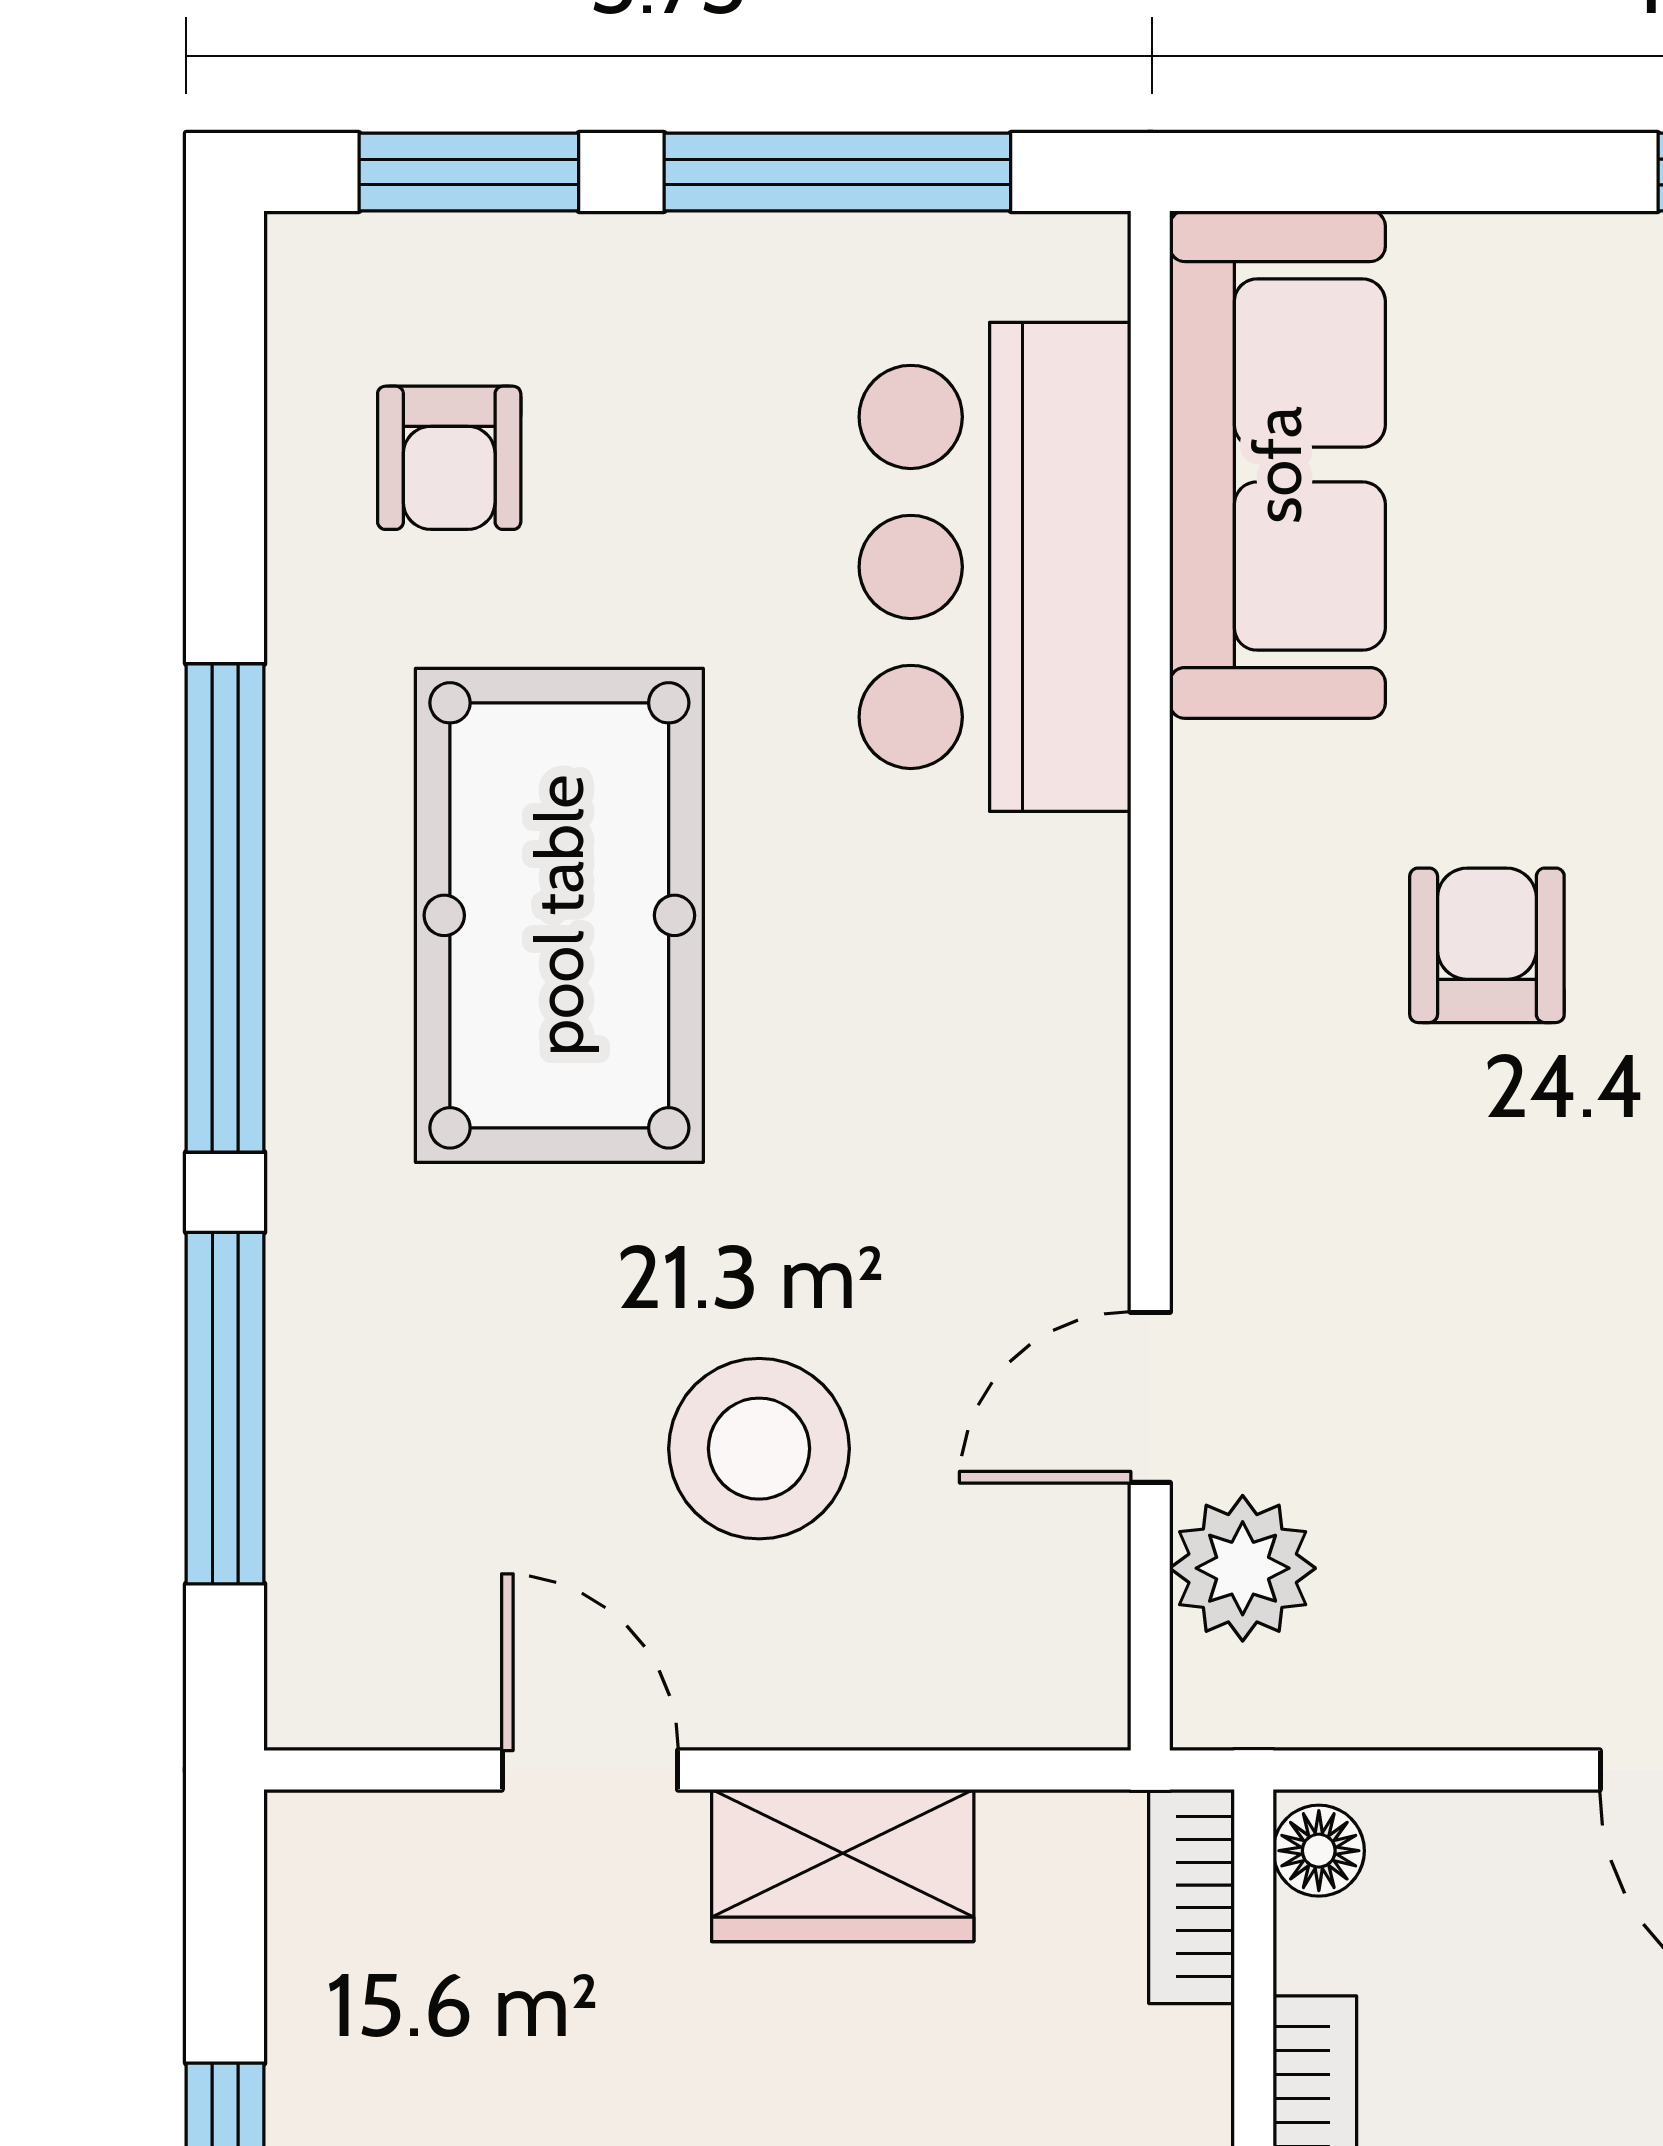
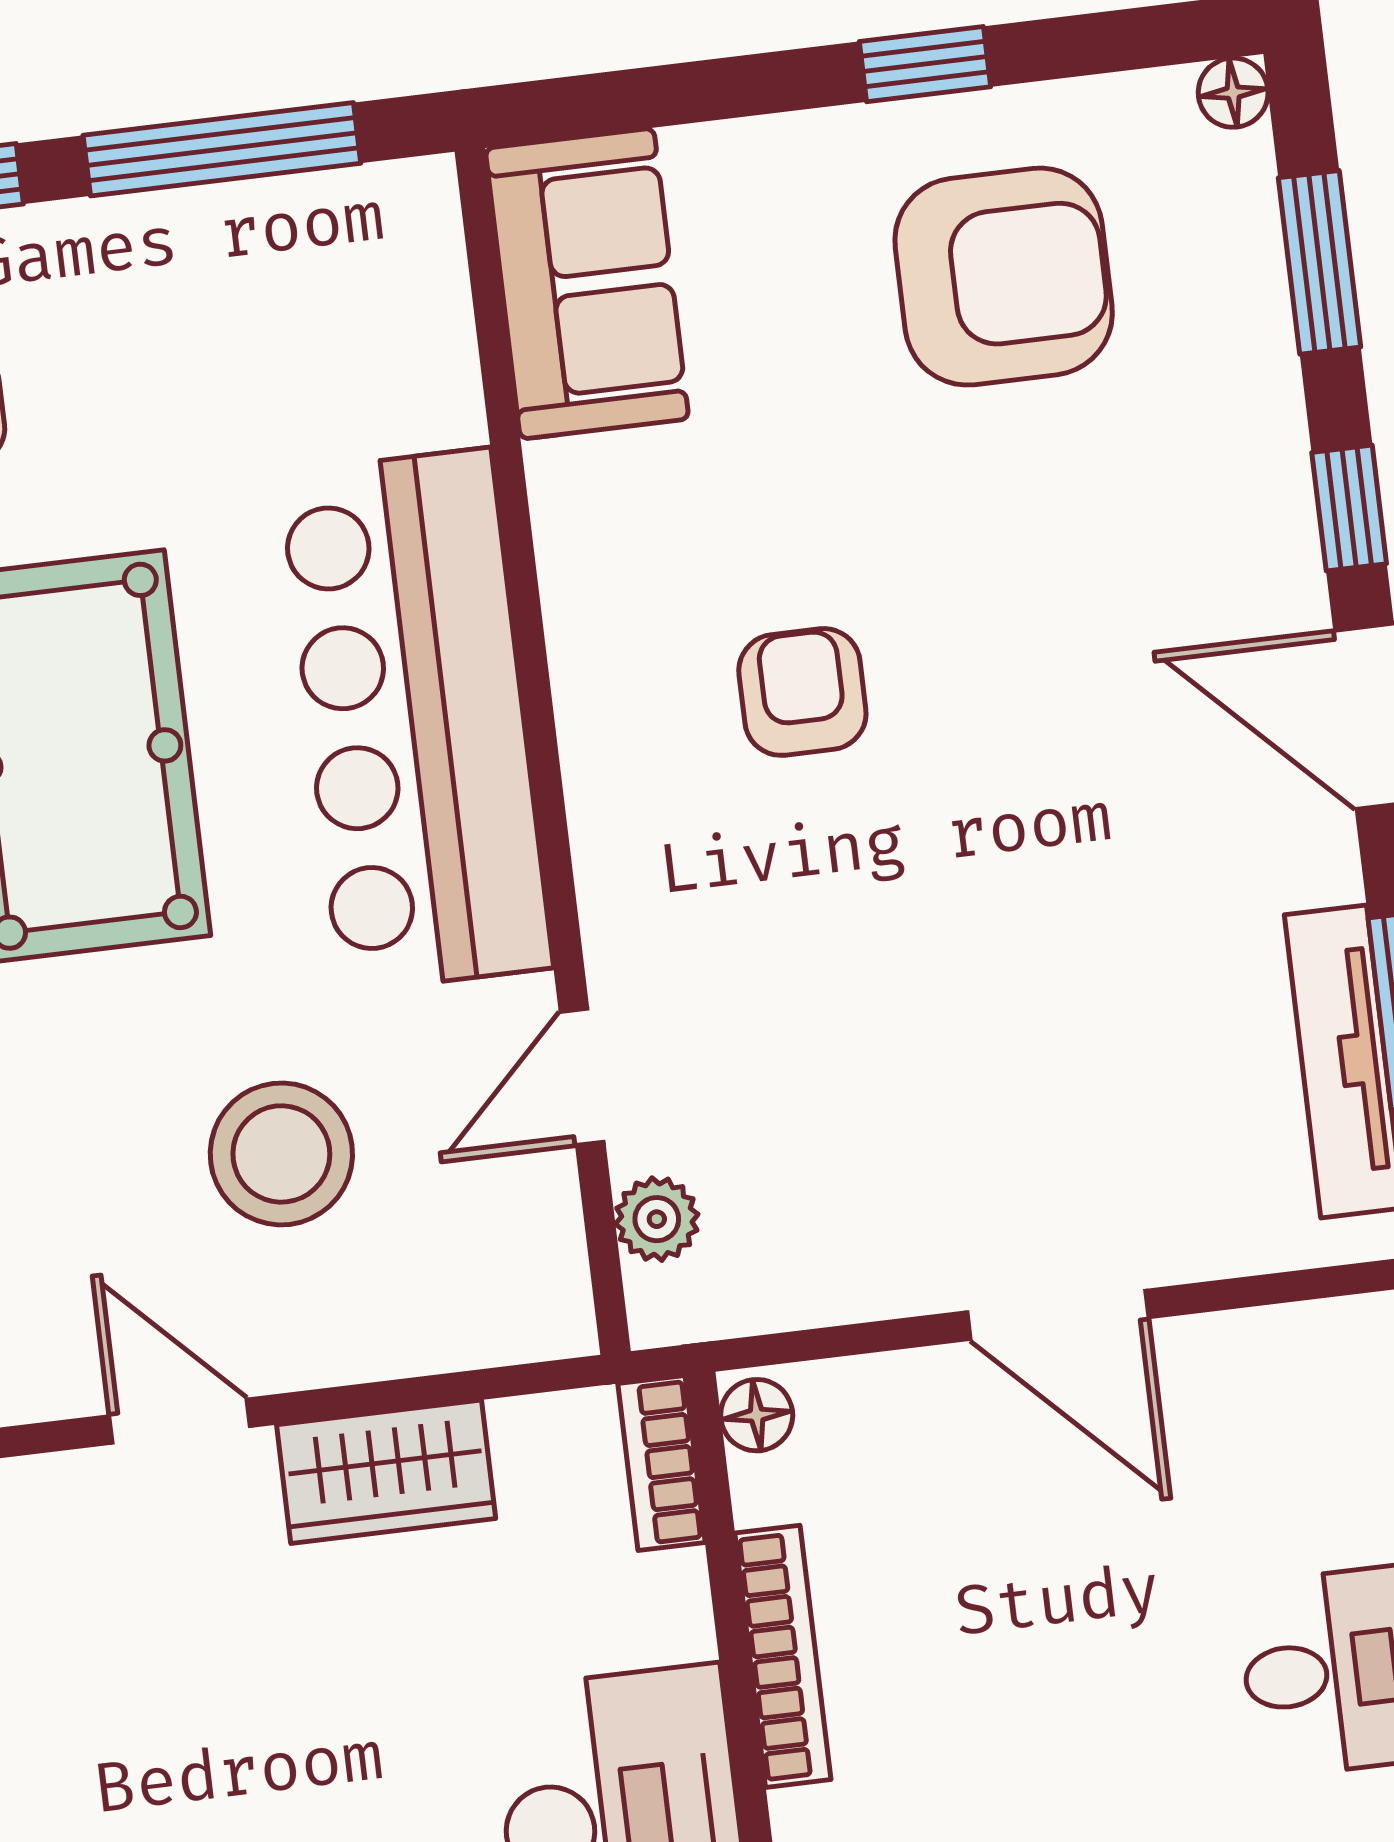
sofa: (1277, 465) -> (587, 284), width x0.73
bar counter: (995, 567) -> (416, 720), moved, width x1.36
plant: (1243, 1568) -> (657, 1219), width x0.73, depth x0.73

